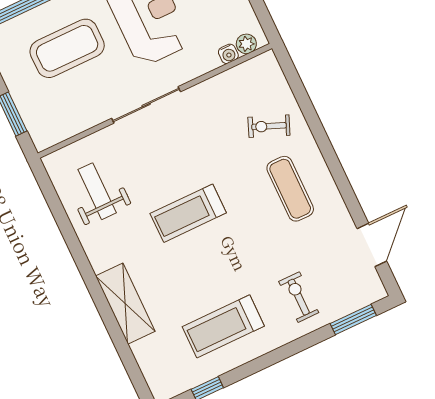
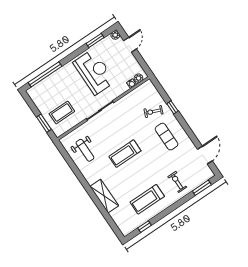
coffee table: (67, 48) -> (62, 112), moved, width x0.73, depth x0.76
window: (314, 123) -> (172, 107), added
weight bench: (97, 191) -> (85, 150), turned 180

